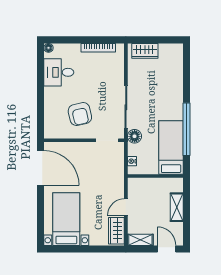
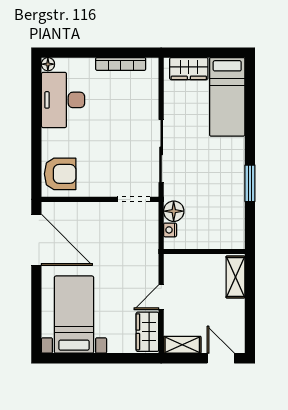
desk: (59, 72) -> (63, 100), width x1.37
armchair: (80, 114) -> (60, 174), moved, turned -77
window: (187, 129) -> (250, 183), width x0.47
floor lamp: (135, 136) -> (174, 211), moved
bed: (171, 147) -> (227, 97), moved, turned 180
shelving: (177, 207) -> (235, 277), moved

